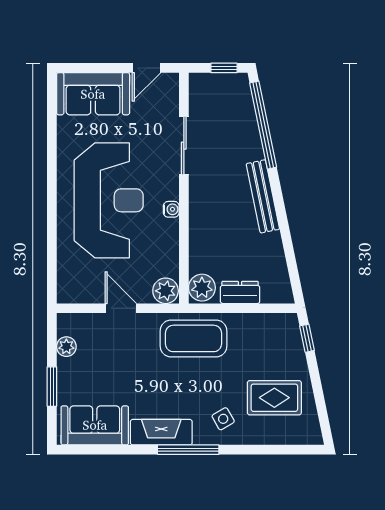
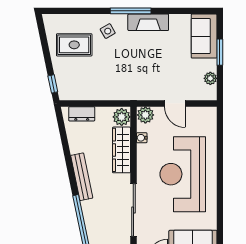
sliding door: (184, 146) -> (133, 210), width x1.37
water cooler: (171, 209) -> (142, 138), moved
wardrobe: (202, 237) -> (121, 150), added
dresser: (240, 292) -> (82, 114), moved
coffee table: (193, 338) -> (127, 84), removed
sofa: (95, 425) -> (204, 36), moved, turned 90

